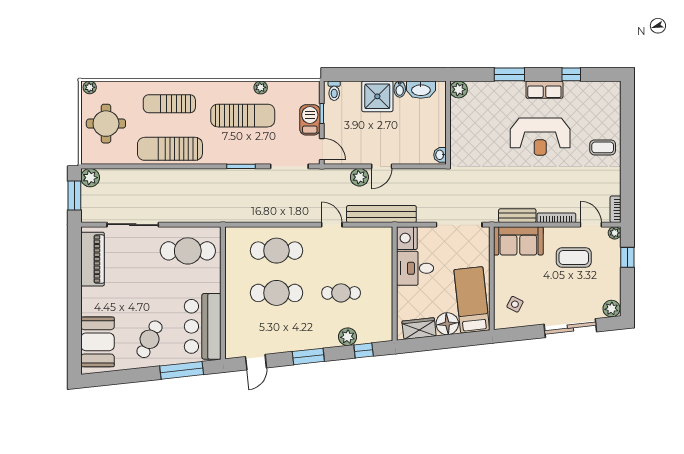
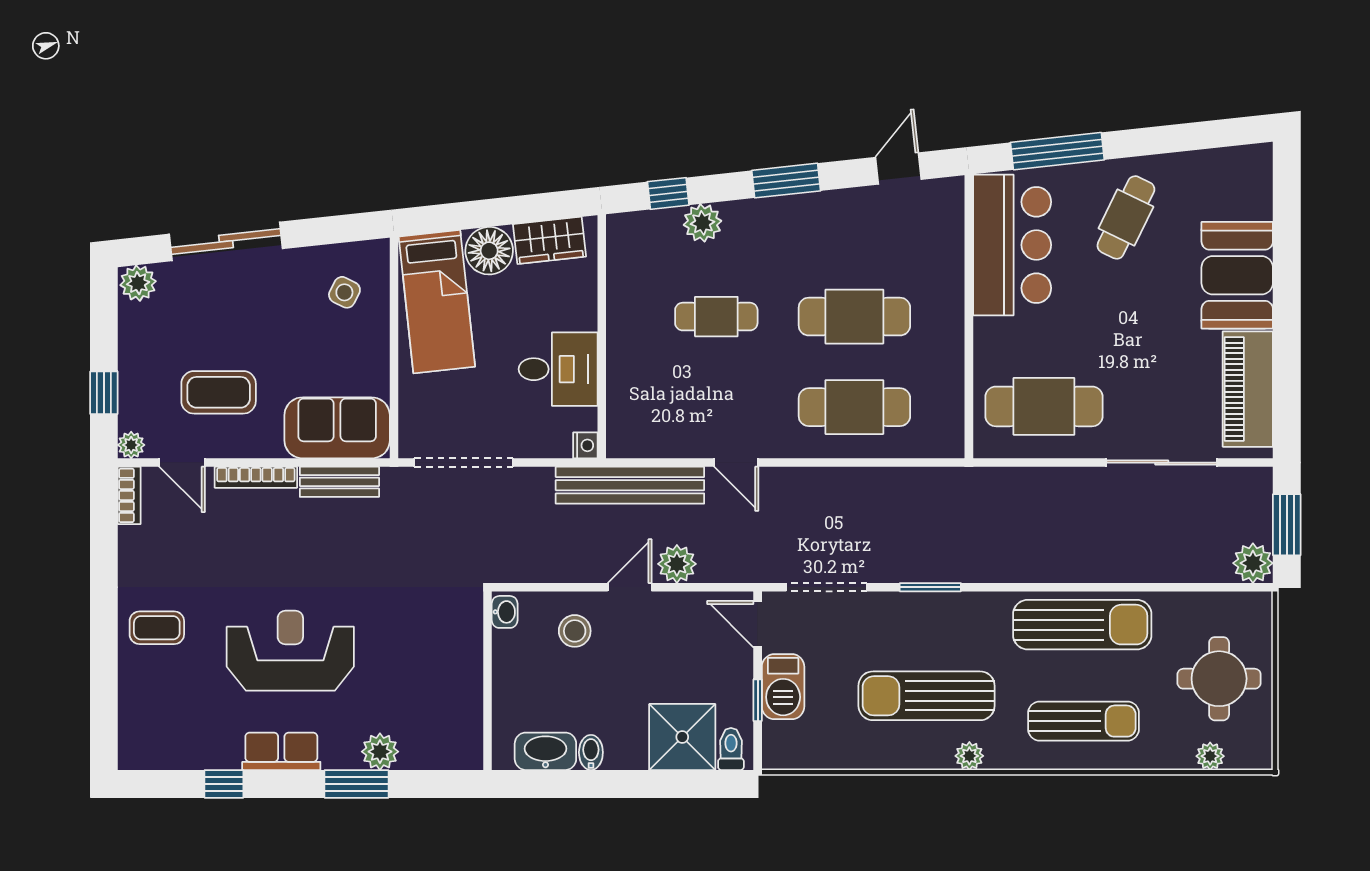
plant: (90, 87) -> (1210, 756), moved
plant: (261, 87) -> (969, 756), moved
plant: (459, 89) -> (380, 752), moved
shower: (377, 96) -> (682, 737), moved
stool: (407, 146) -> (575, 631), added
nightstand: (407, 238) -> (585, 445), width x0.53, depth x0.56
booth: (97, 342) -> (1237, 275), moved

